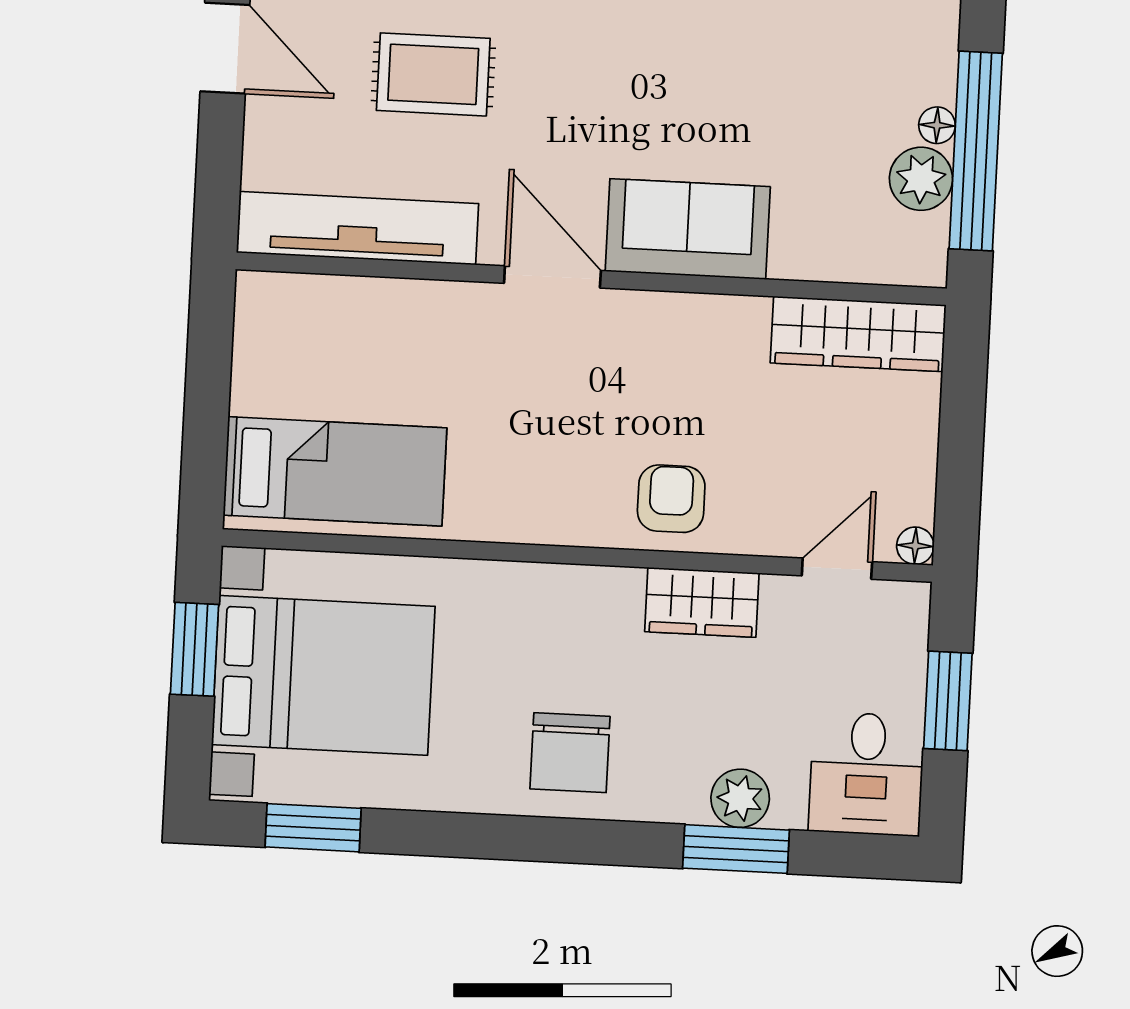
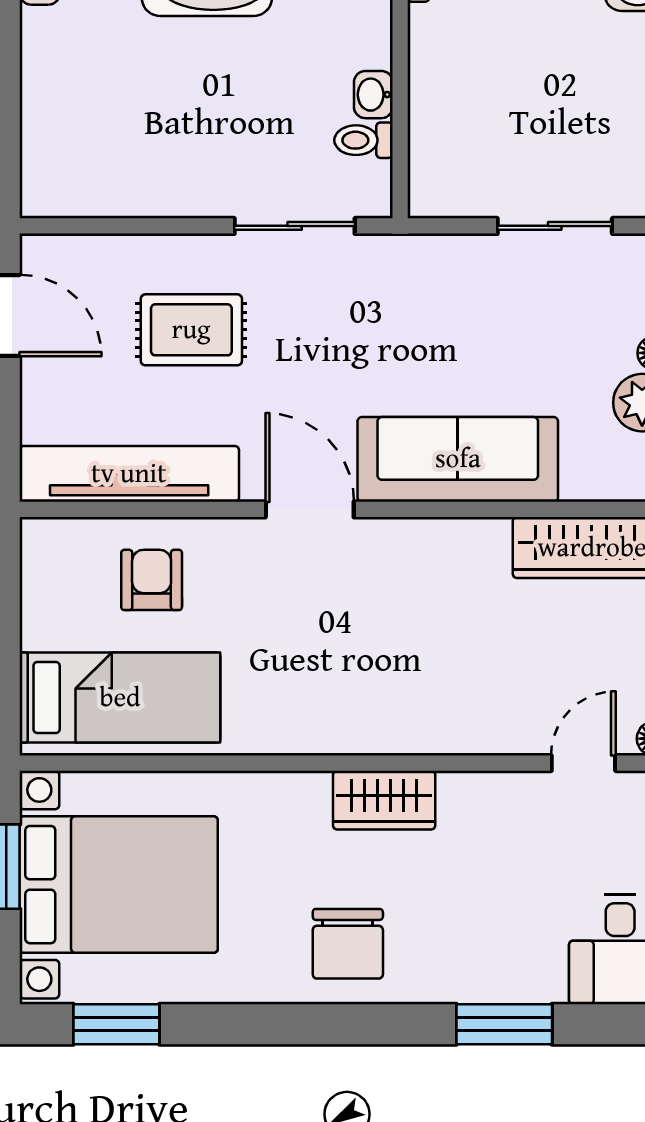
sofa: (688, 229) -> (458, 459), width x1.36
armchair: (671, 499) -> (152, 580), moved
wardrobe: (702, 602) -> (384, 800), moved
plant: (740, 798) -> (506, 978), removed

